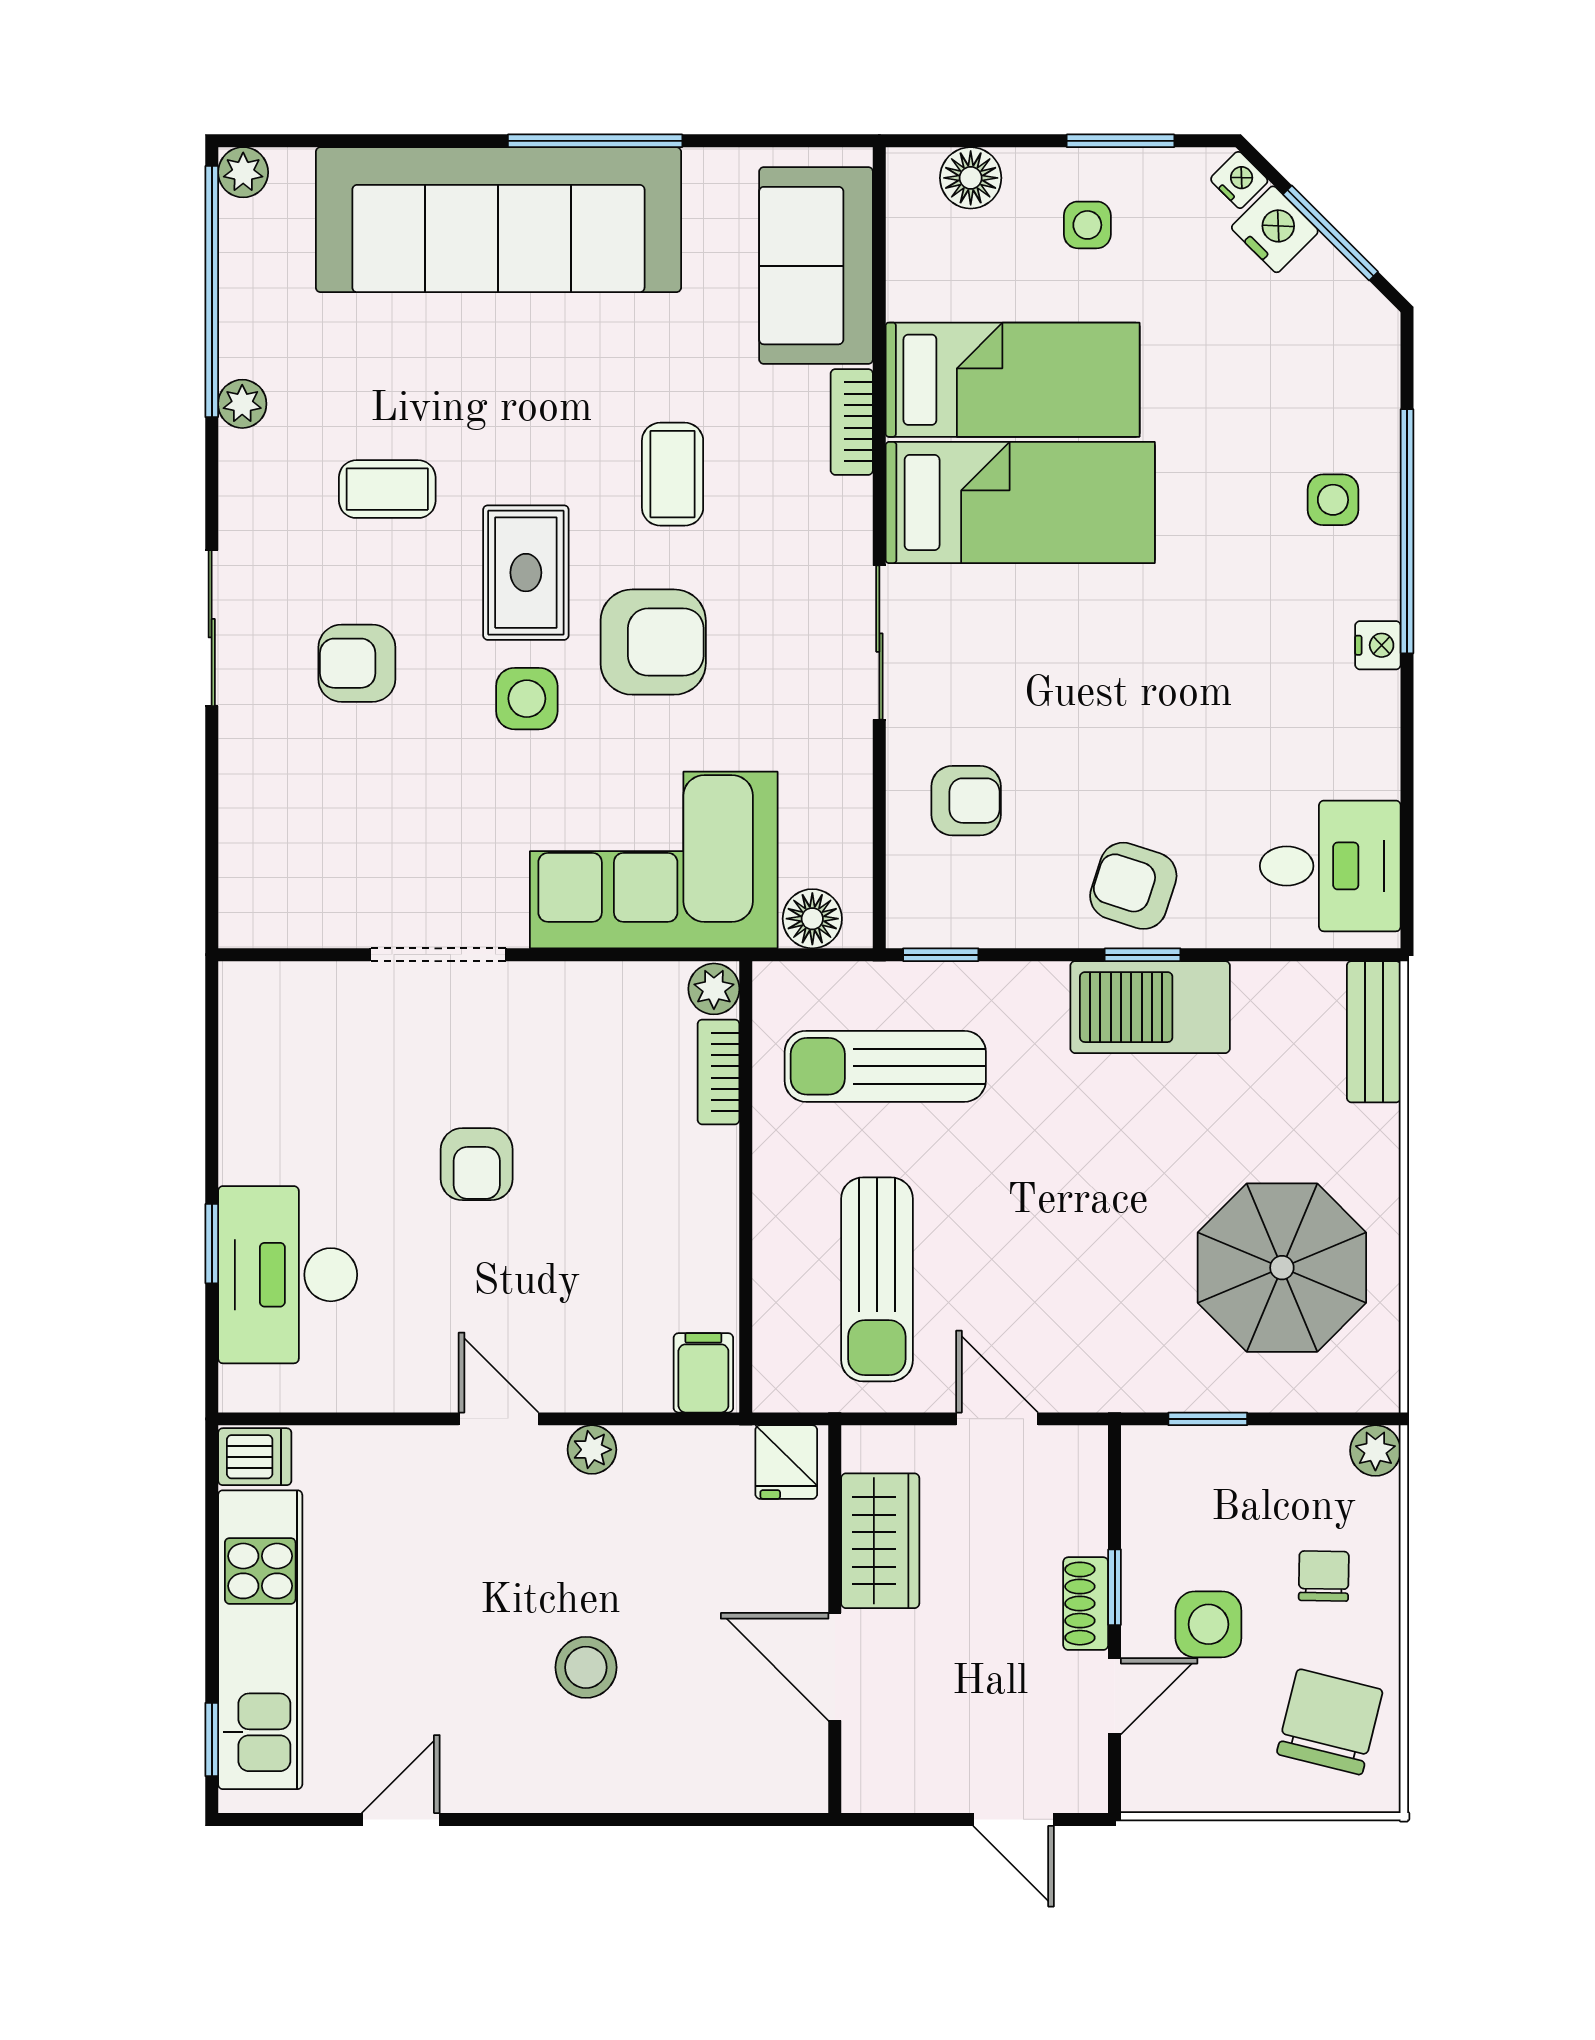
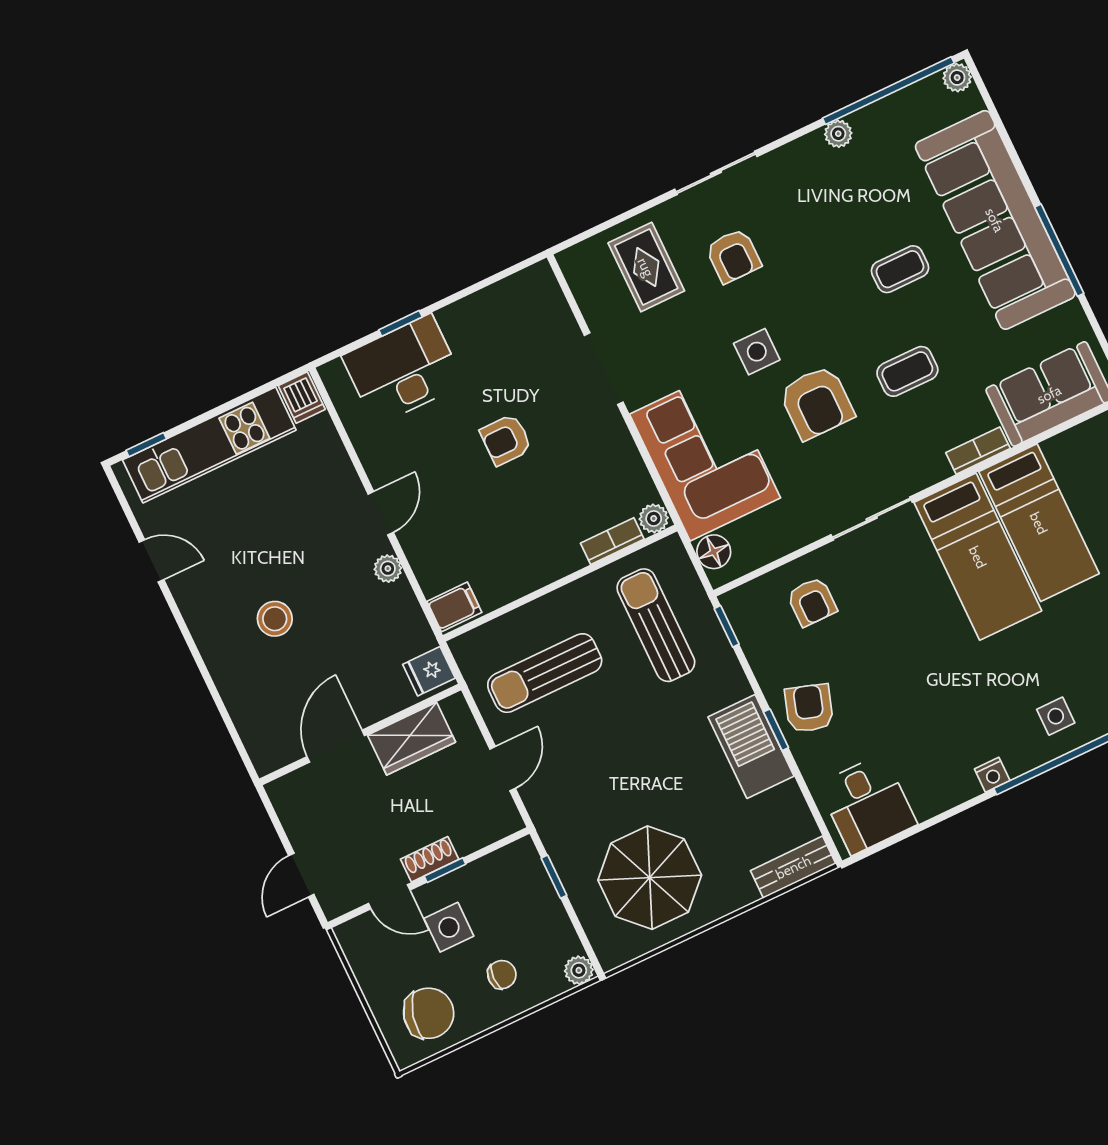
coffee table: (387, 489) -> (900, 269), moved, turned 90
rug: (526, 573) -> (646, 267), moved, turned 90
armchair: (357, 663) -> (733, 256), turned 180

